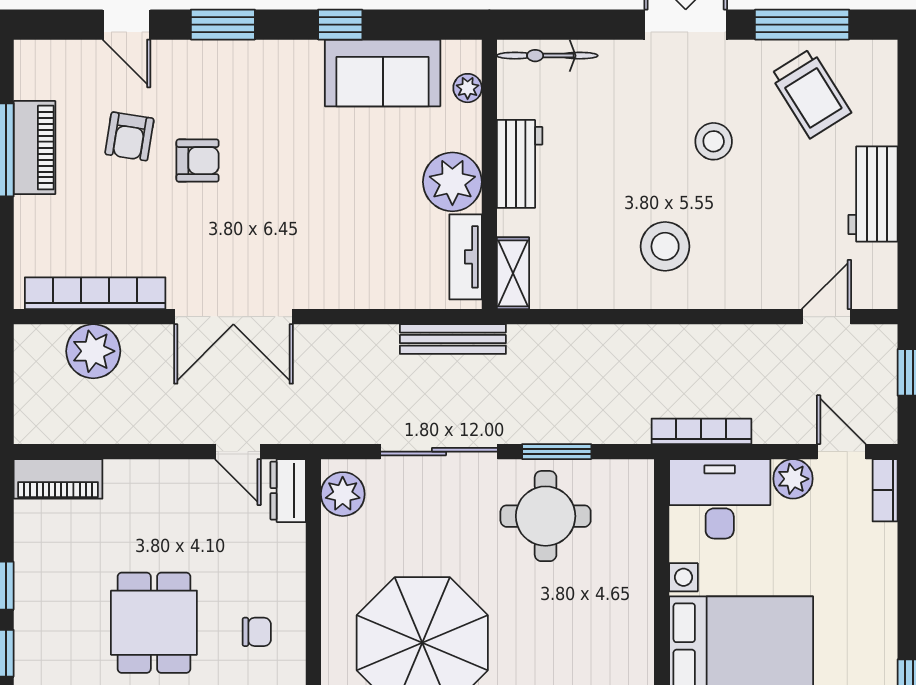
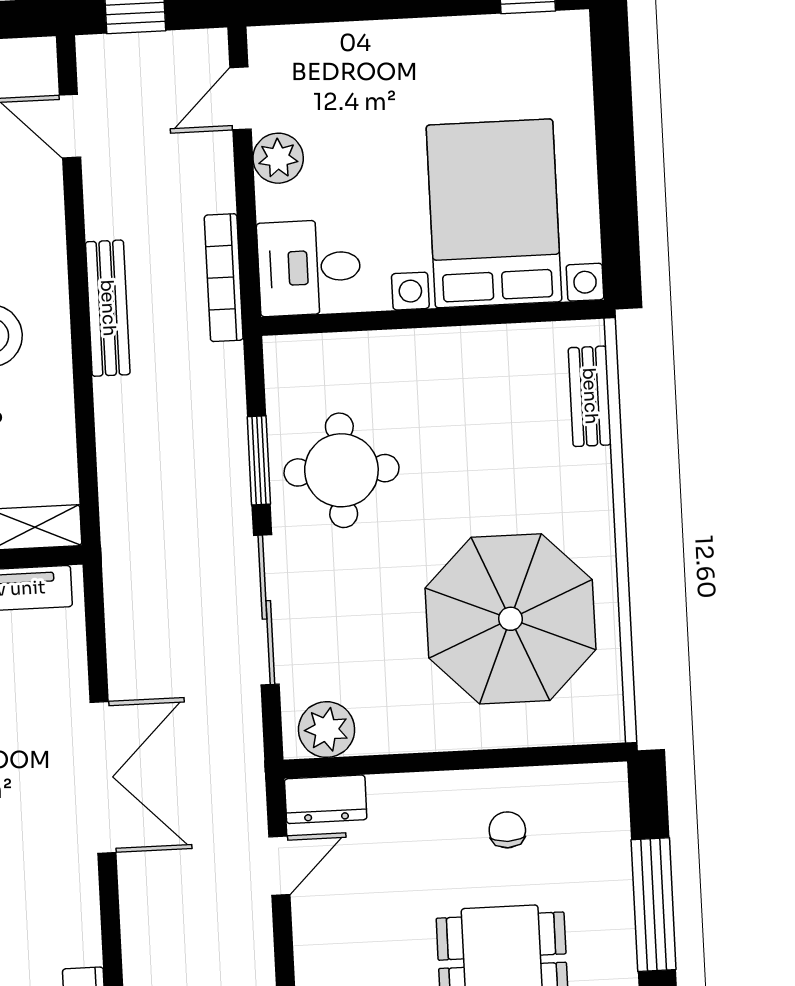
double door: (233, 317) -> (103, 777), moved
bench: (453, 339) -> (108, 308), moved
bookcase: (885, 490) -> (287, 40), removed
desk: (720, 499) -> (309, 268), width x0.73

